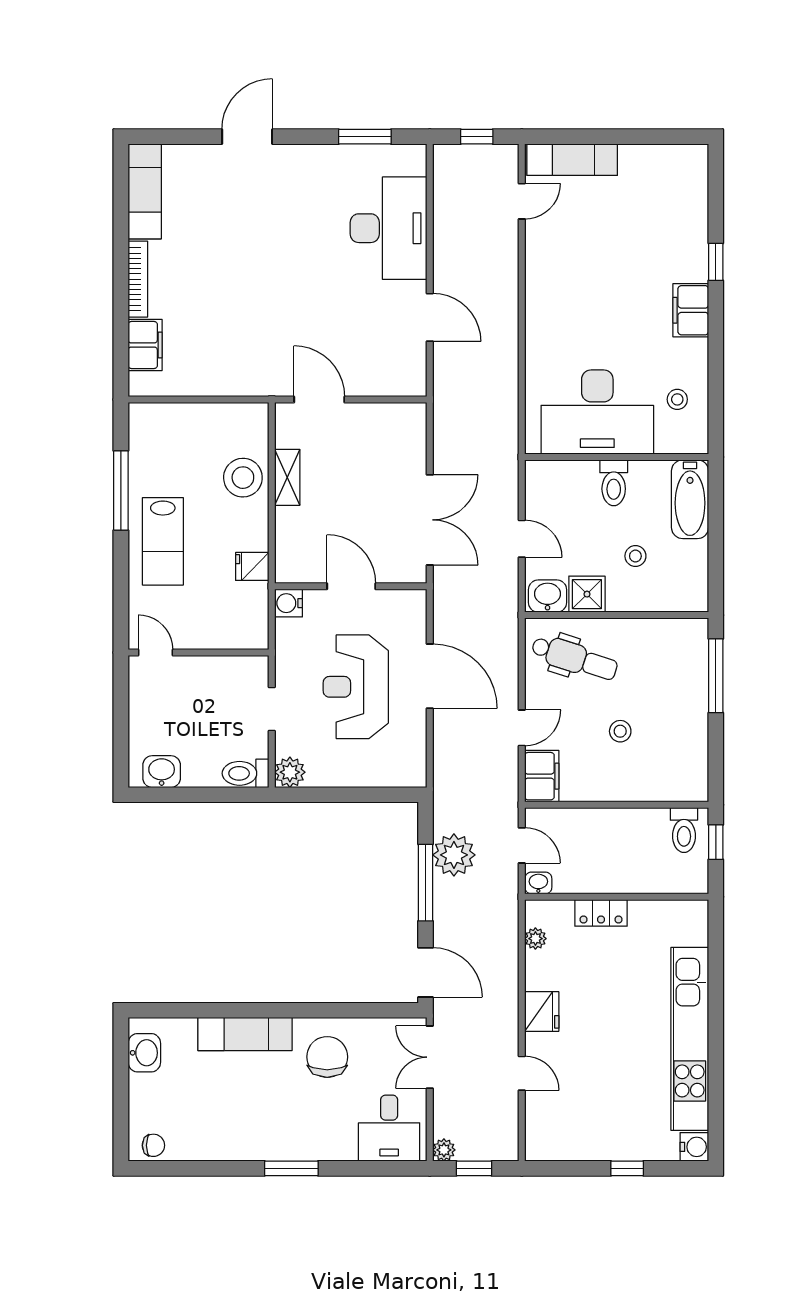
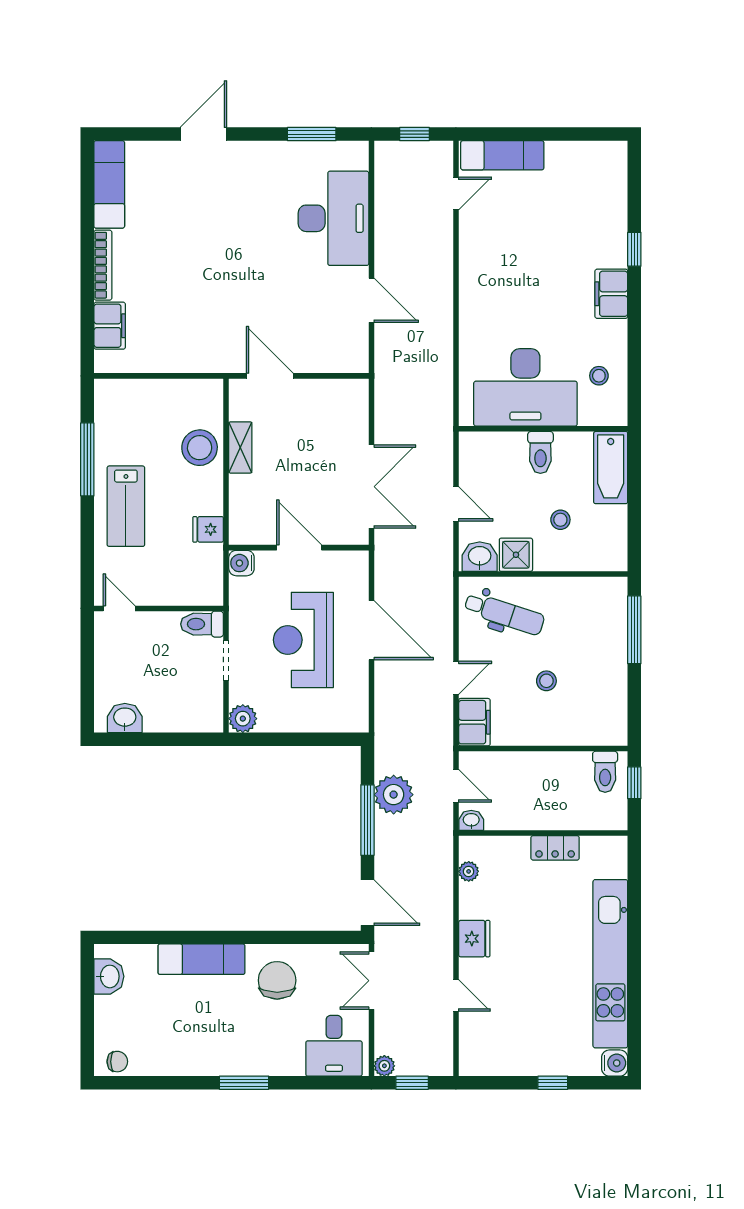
toilet: (246, 773) -> (202, 624), moved
locker: (601, 913) -> (555, 848), moved

